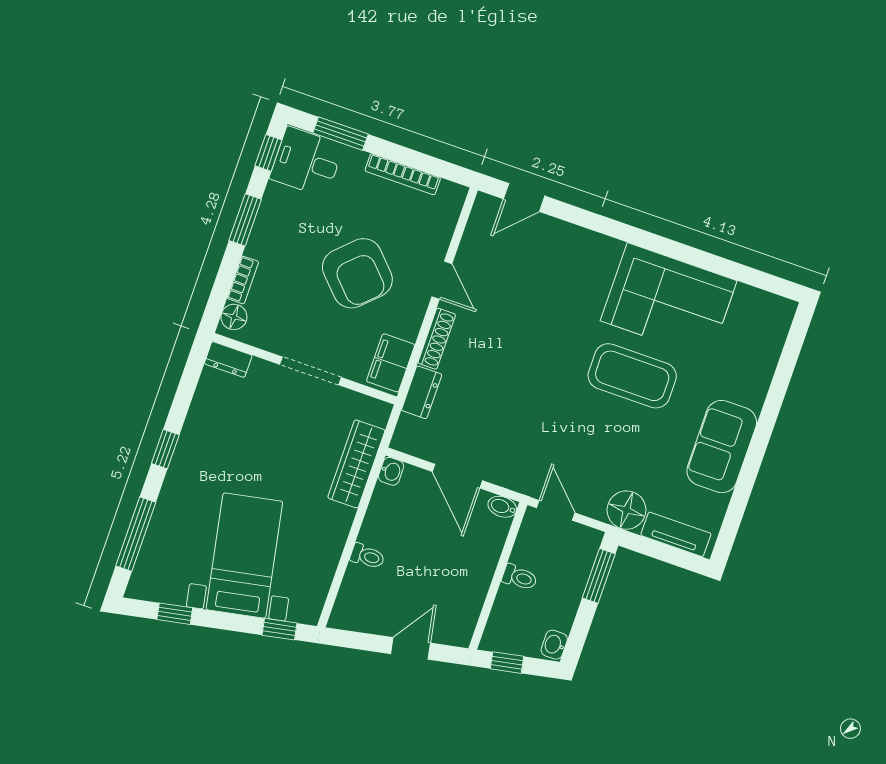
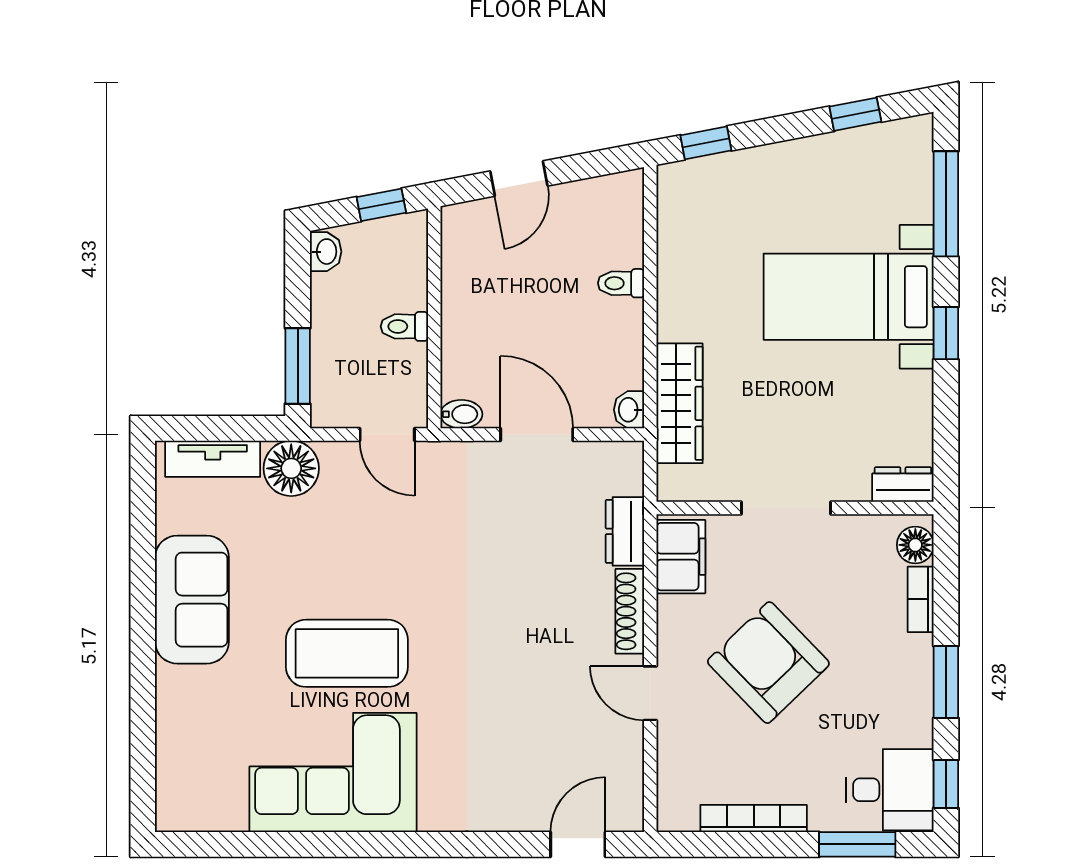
bed with nightstands: (244, 555) -> (849, 297), moved, turned 101

